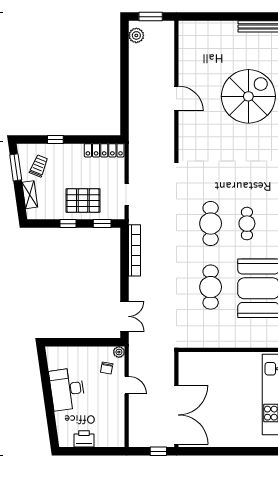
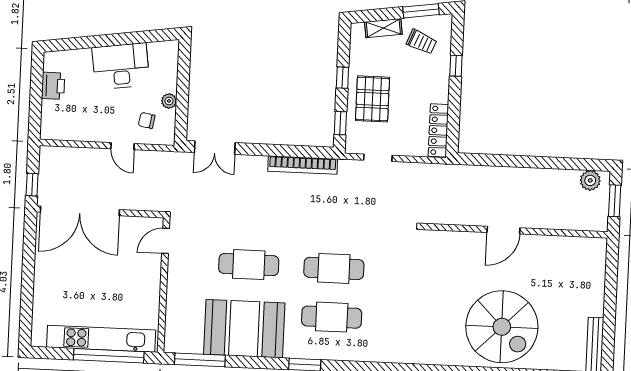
cafe table: (247, 224) -> (332, 317), width x1.37, depth x1.35
door: (196, 350) -> (166, 241), added
plant: (119, 352) -> (169, 101), moved
door: (127, 385) -> (123, 146), hinge flipped

